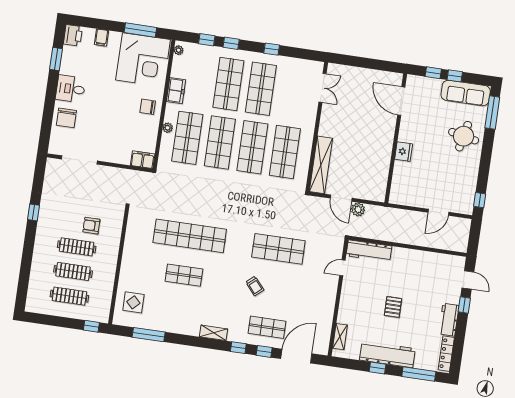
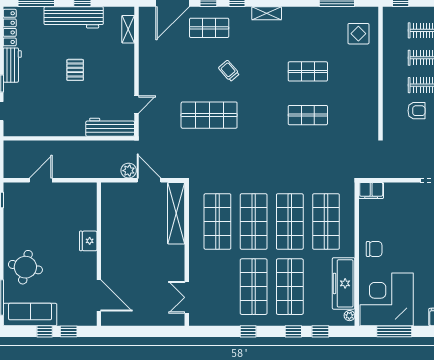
freezer: (176, 91) -> (344, 283), width x1.91, depth x1.26
plant: (168, 128) -> (349, 229), removed
shop shelf: (190, 236) -> (308, 115), width x0.50, depth x0.74

